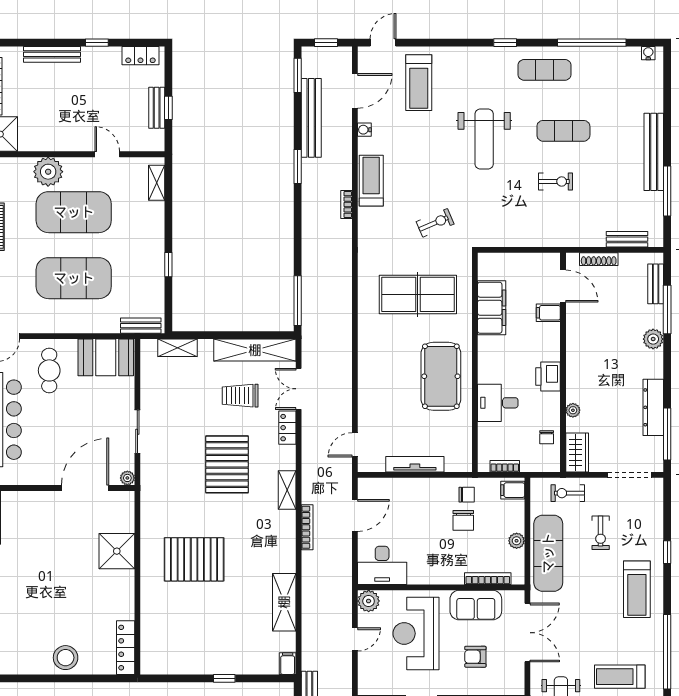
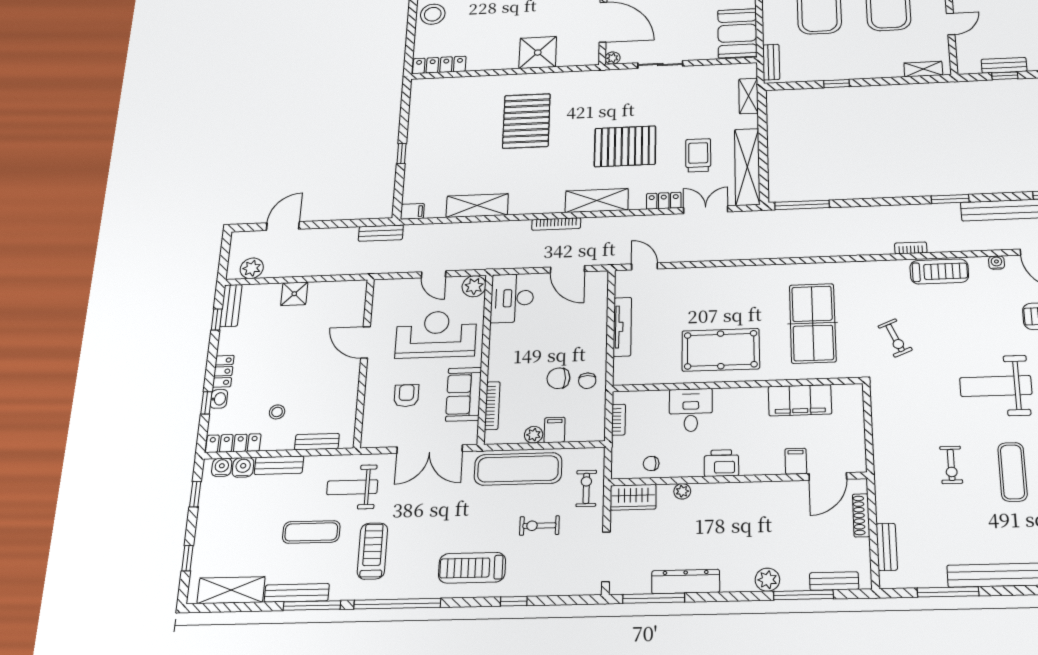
shelving: (287, 490) -> (597, 201), width x1.50, depth x1.33
filing cabinet: (513, 490) -> (555, 430), moved

